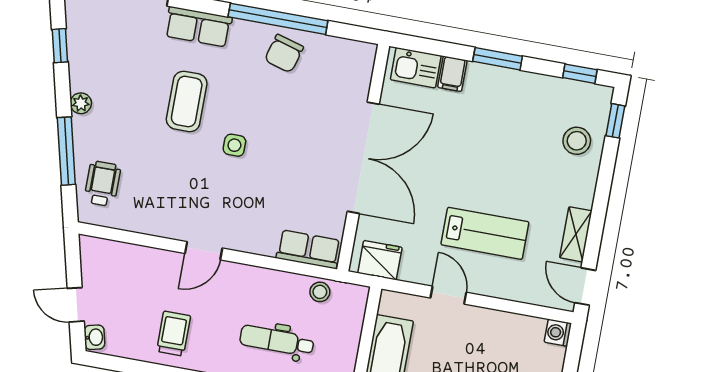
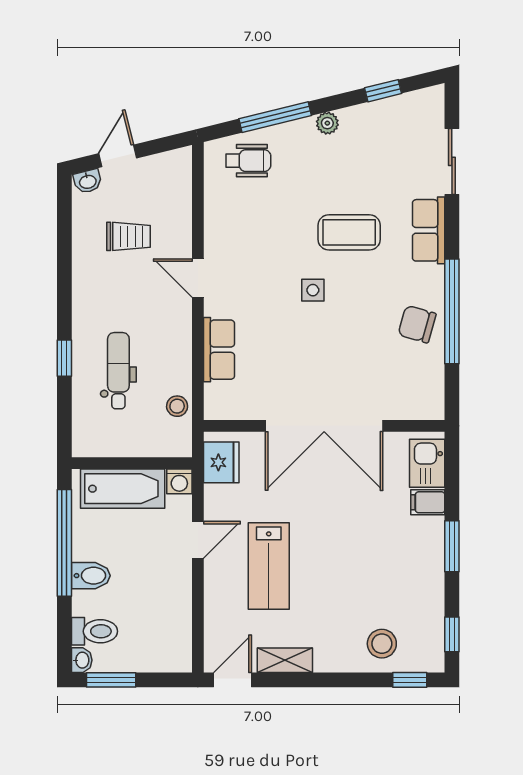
row of seats: (308, 249) -> (219, 350), moved
washing machine: (558, 333) -> (179, 481), moved, turned 180
trolley: (174, 334) -> (128, 236), moved

